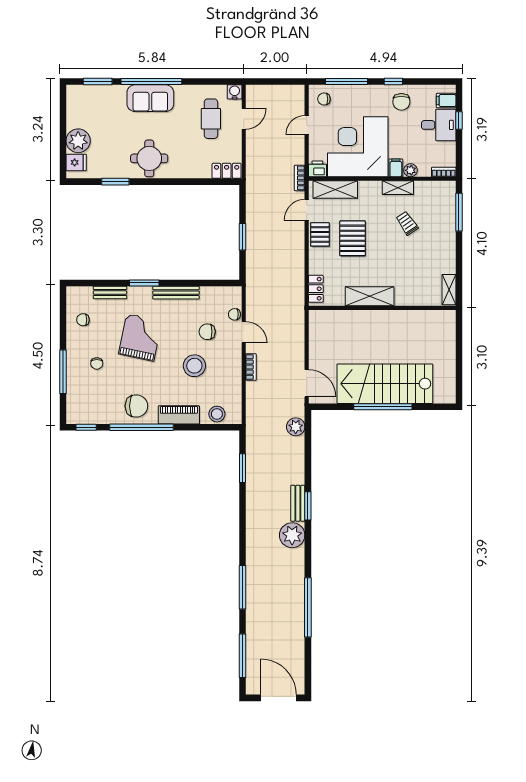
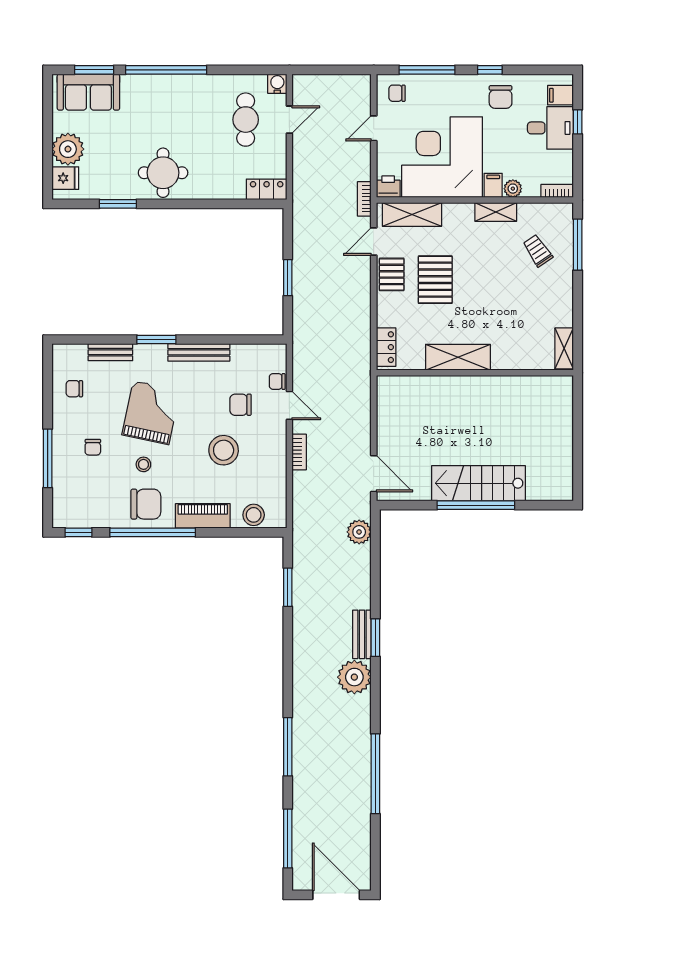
sofa: (150, 98) -> (88, 92), moved
trolley: (407, 223) -> (538, 251), moved
stool: (135, 376) -> (143, 464), added
stairs: (385, 384) -> (478, 483), width x0.73, depth x0.66

